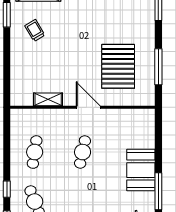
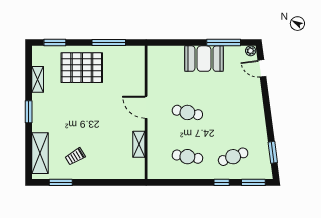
pallet: (118, 66) -> (82, 68), moved
door: (88, 107) -> (146, 107), hinge flipped

